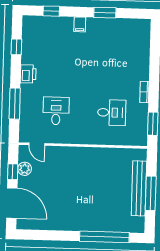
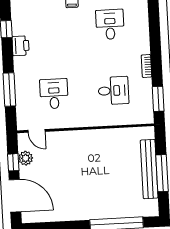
desk: (113, 51) -> (110, 24), added
printer: (28, 74) -> (21, 46), moved

